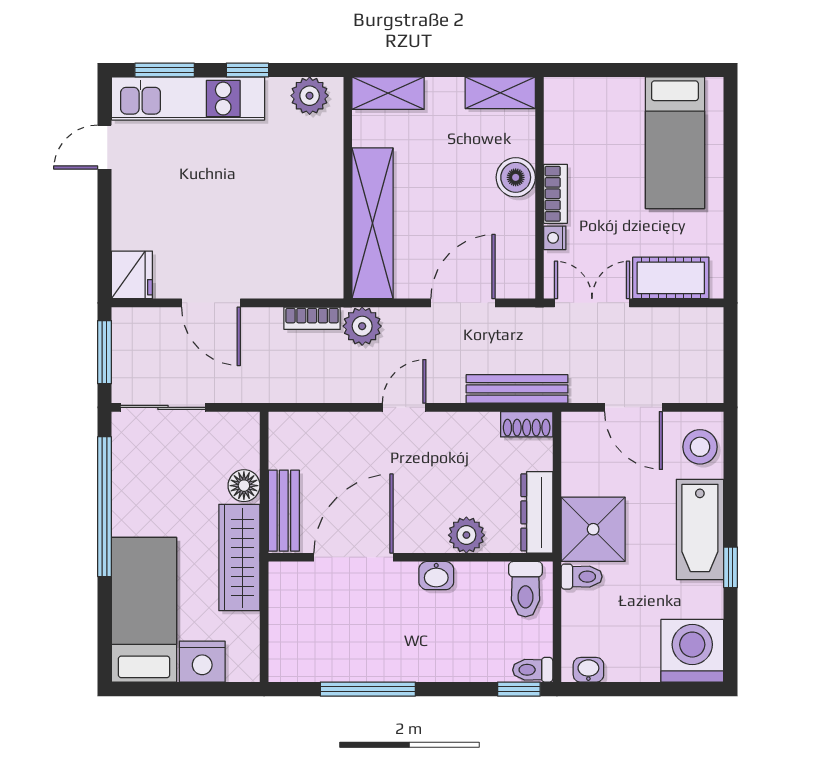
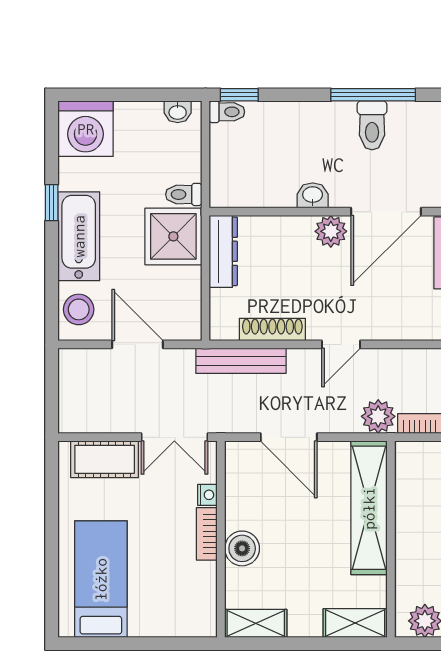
door: (463, 303) -> (289, 437), hinge flipped
shoe rack: (527, 424) -> (272, 329), moved, width x1.43
plant: (466, 535) -> (331, 231), moved
toilet: (525, 589) -> (372, 125), moved, turned 180

